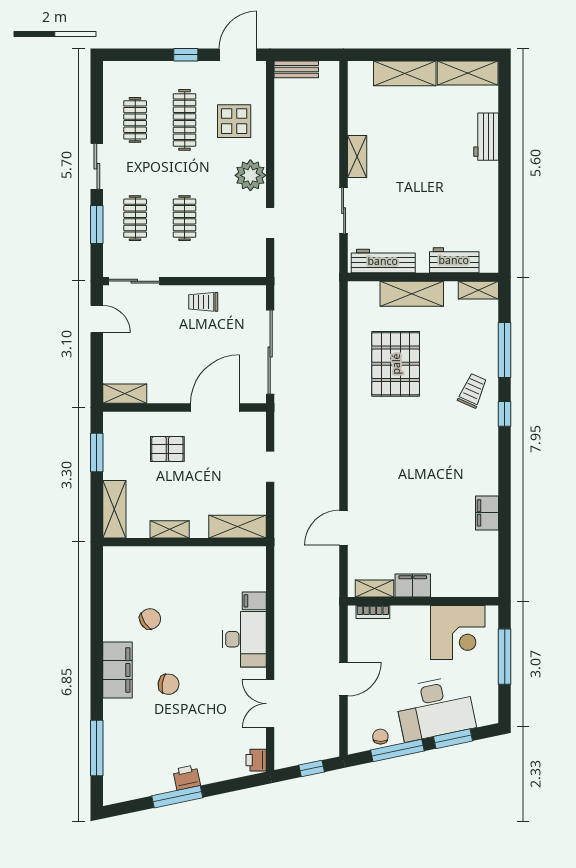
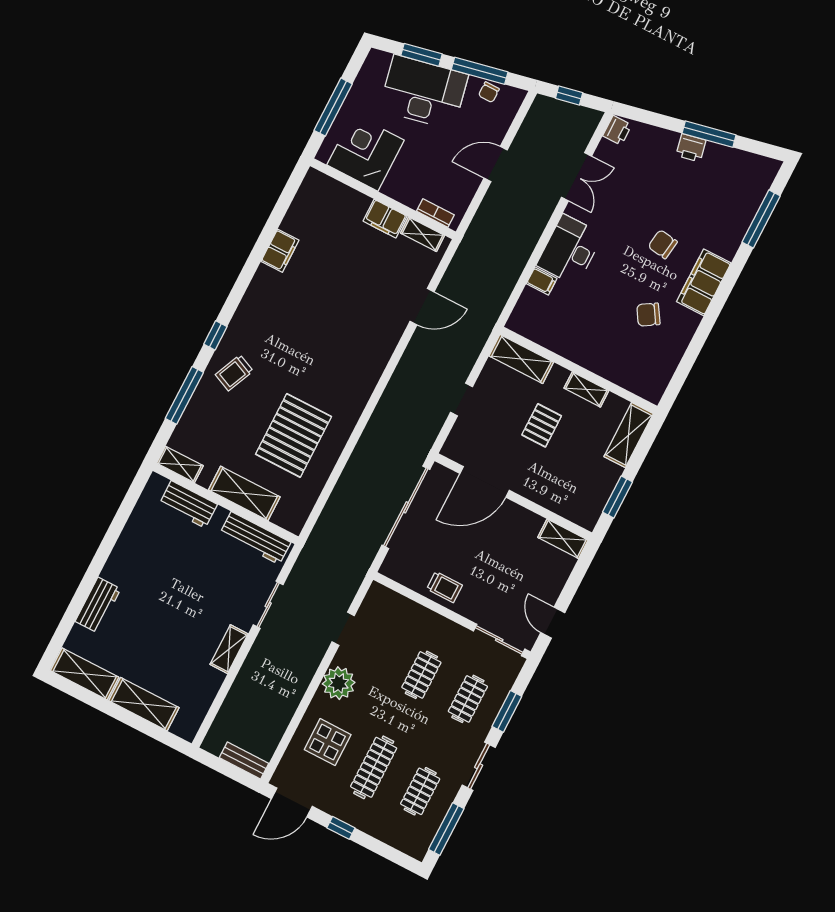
window: (97, 100) -> (446, 829), added
pallet: (167, 449) -> (542, 425), moved, turned 90

